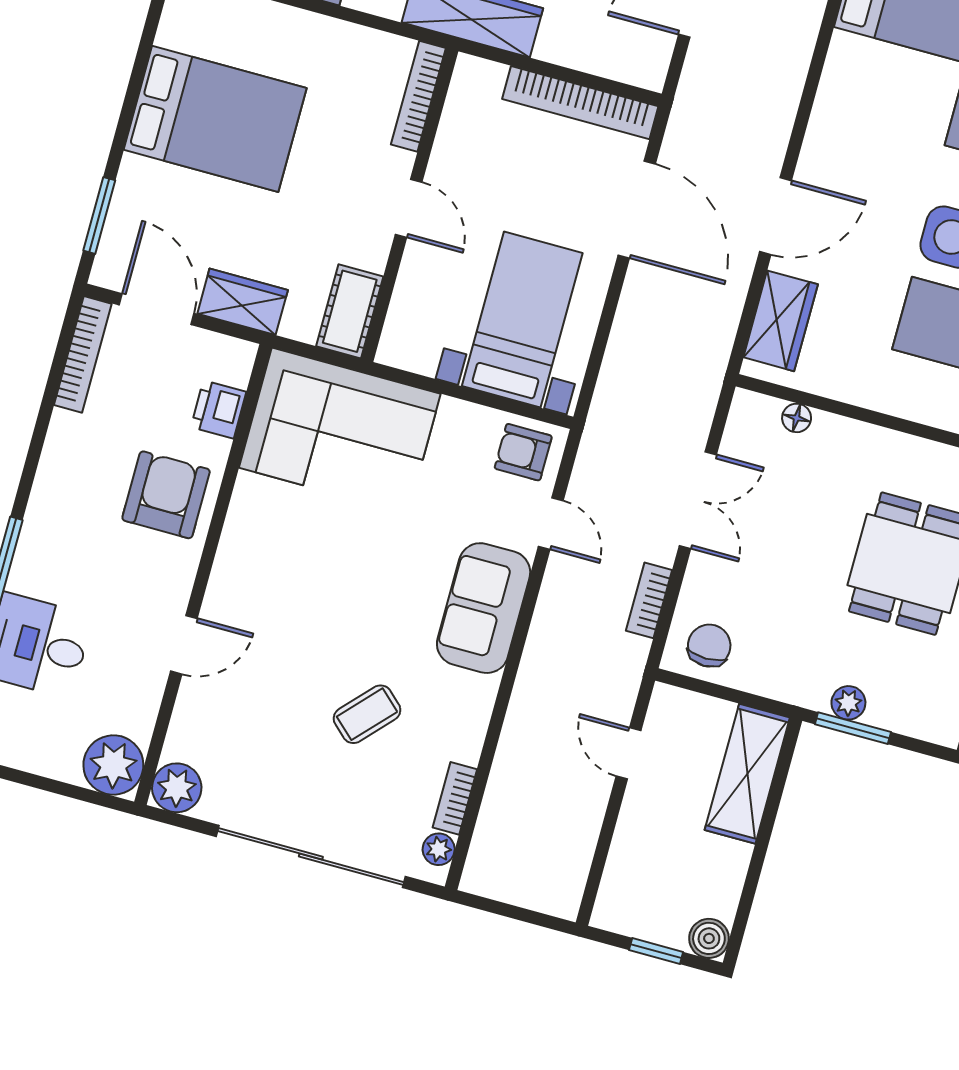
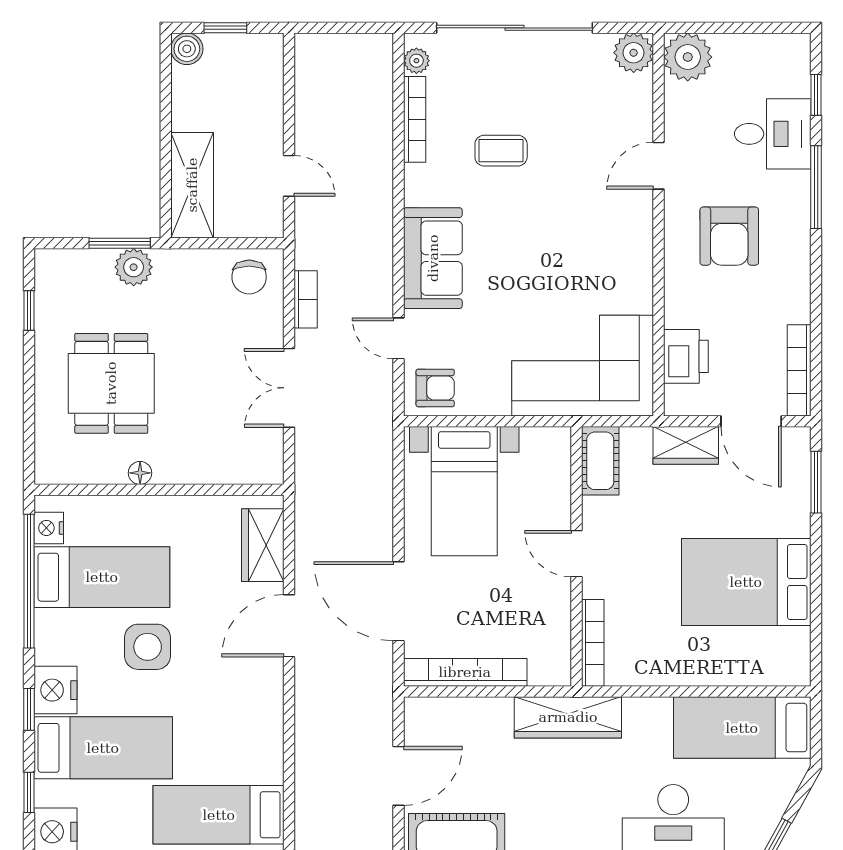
printer: (219, 409) -> (686, 356), width x1.36, depth x1.24
floor lamp: (797, 418) -> (140, 473), moved
armchair: (166, 495) -> (729, 236), moved
plant: (848, 703) -> (134, 267), width x1.38, depth x1.38
coffee table: (367, 714) -> (501, 151), turned 47
bookcase: (455, 798) -> (415, 119), width x1.56

